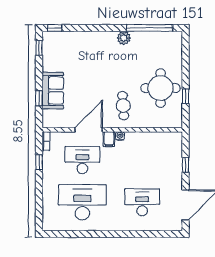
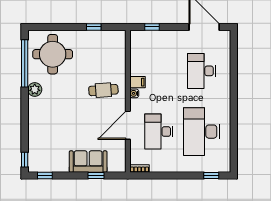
round table: (161, 88) -> (53, 54), moved
door: (89, 130) -> (128, 125), hinge flipped
filing cabinet: (109, 139) -> (137, 82), moved
window: (39, 162) -> (211, 176), moved
window: (185, 165) -> (152, 27), moved

